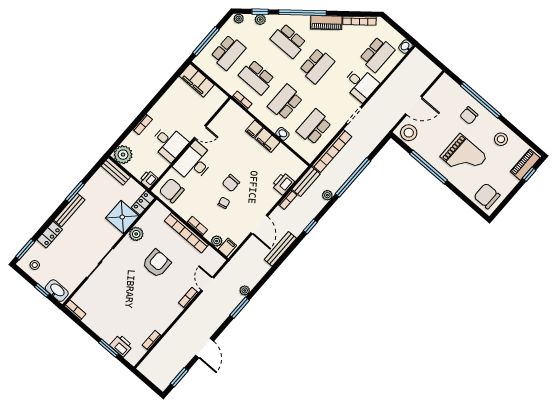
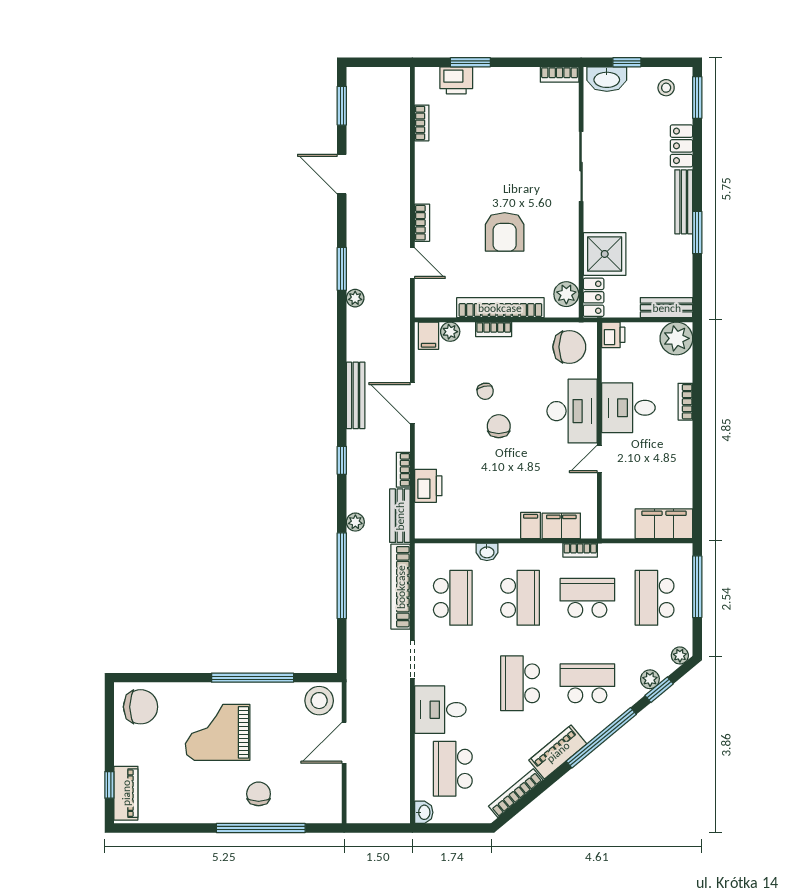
stool: (501, 139) -> (188, 799), removed
filing cabinet: (267, 140) -> (561, 526), moved
plant: (136, 234) -> (566, 294), moved

